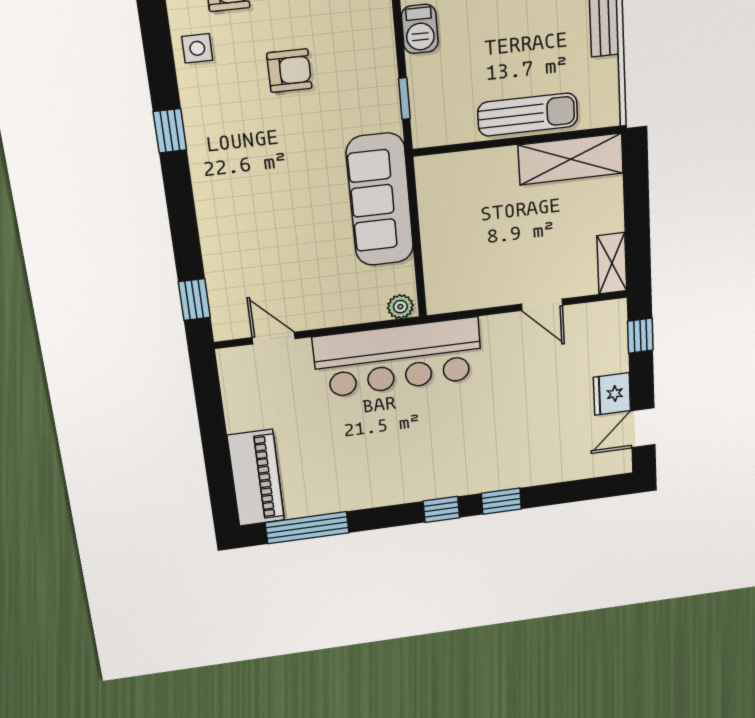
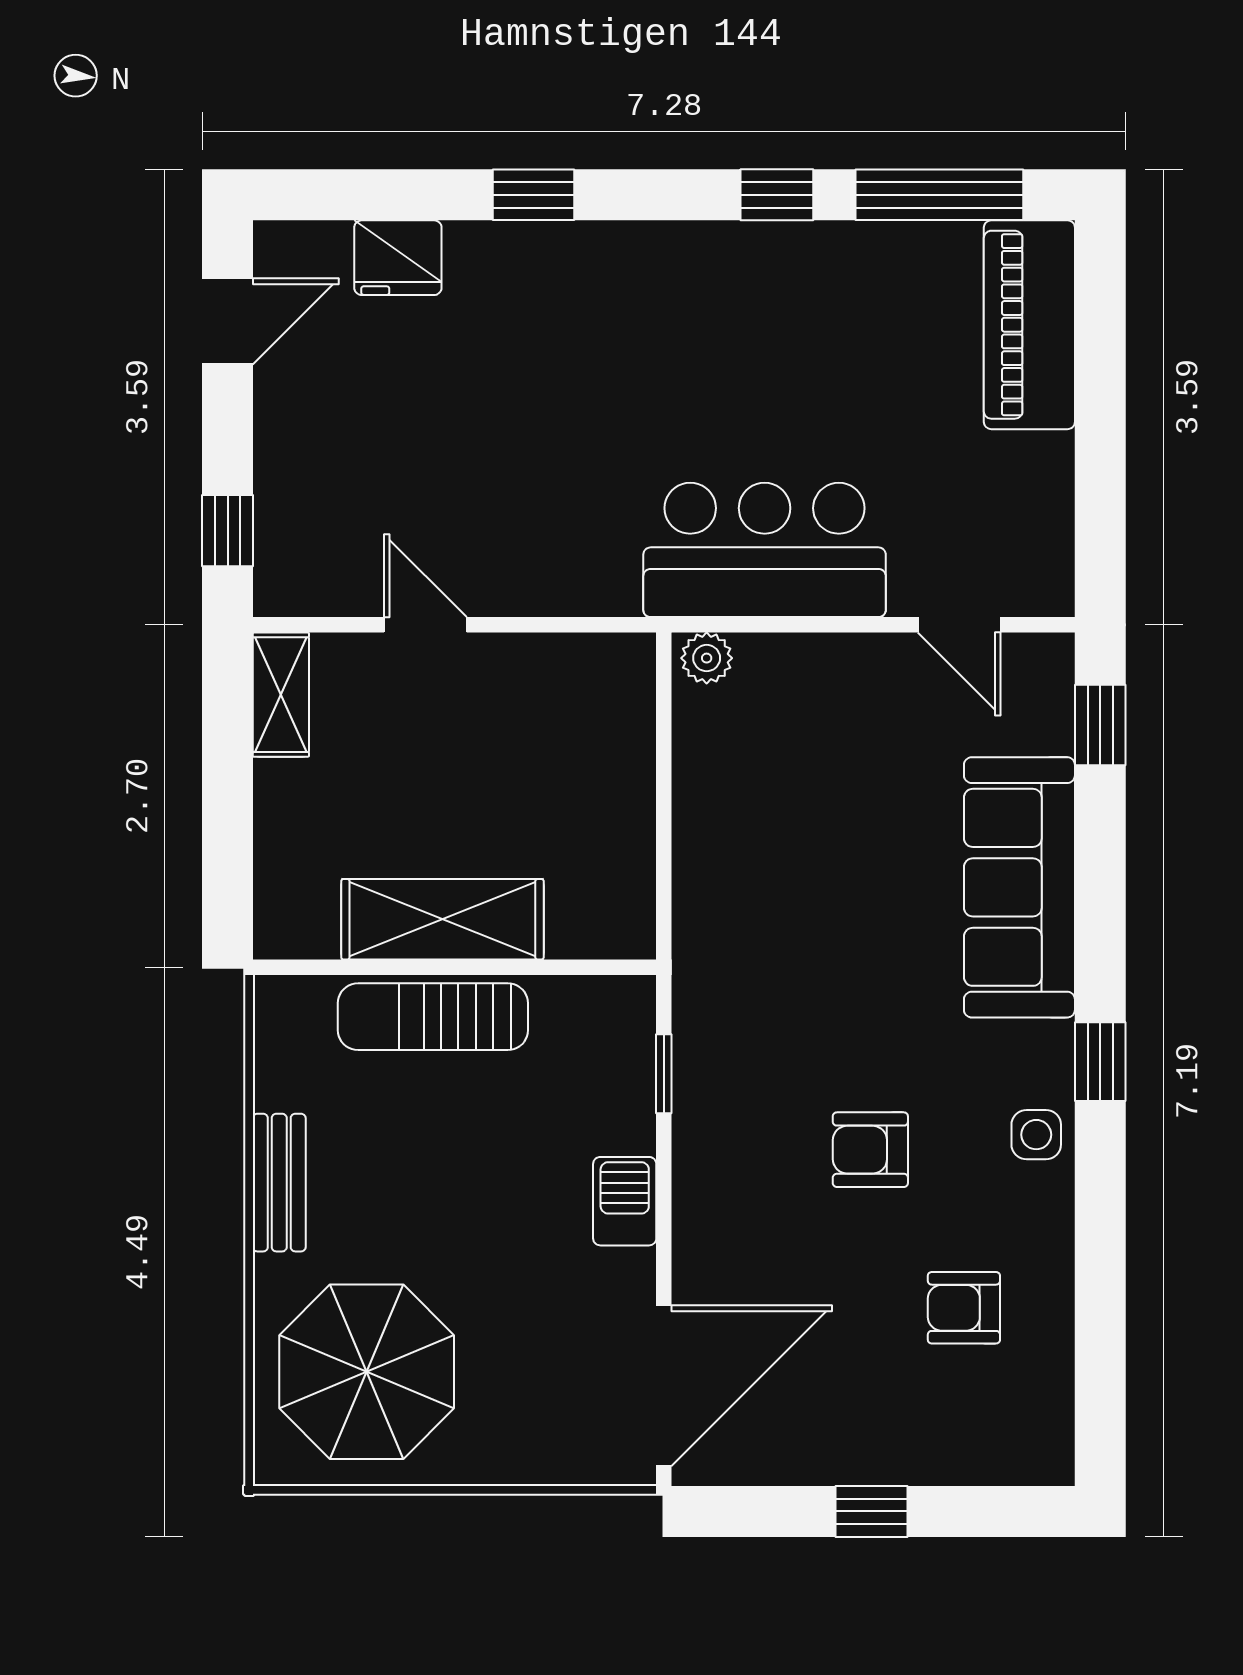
side table: (197, 48) -> (1036, 1135), moved
shelving: (571, 159) -> (442, 919), moved
sofa: (380, 200) -> (1019, 887), moved, turned 180
bar counter: (398, 358) -> (765, 550), width x0.73
fridge: (612, 394) -> (398, 258), moved, turned 90
window: (441, 509) -> (777, 195), moved

